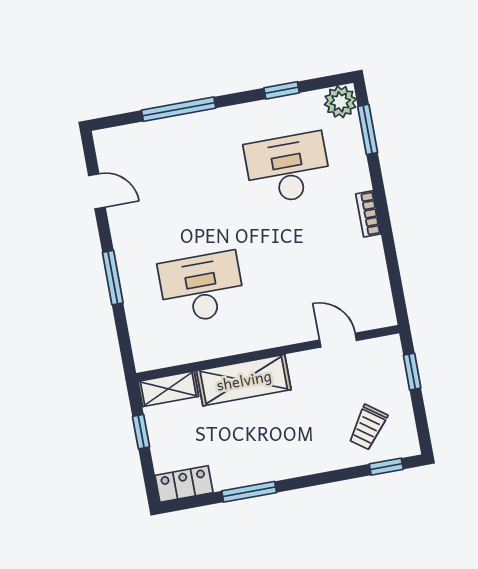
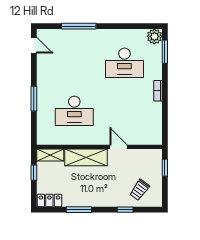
window: (282, 90) -> (128, 26), removed
desk: (288, 168) -> (124, 63), turned 180
door: (97, 191) -> (34, 45), moved
desk: (202, 288) -> (74, 111), turned 180
door: (338, 340) -> (119, 147), moved
window: (386, 467) -> (125, 210), moved

